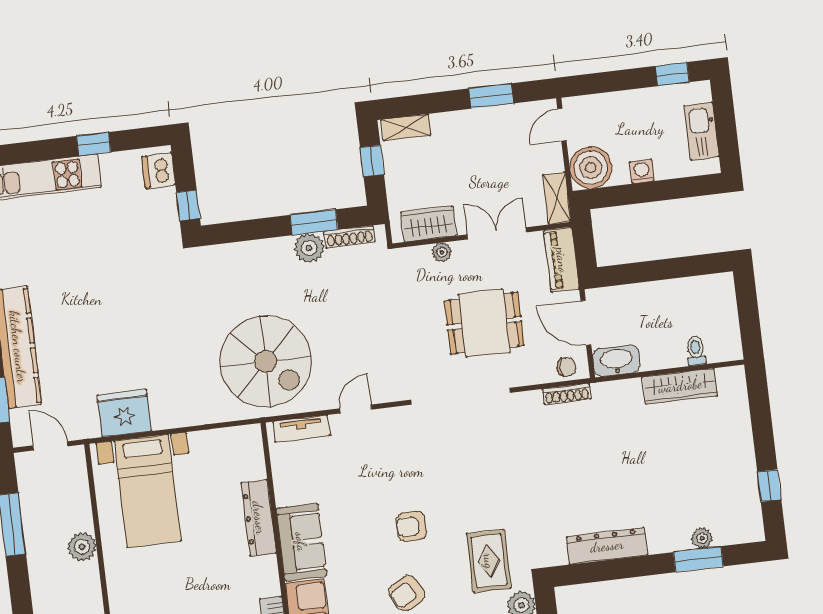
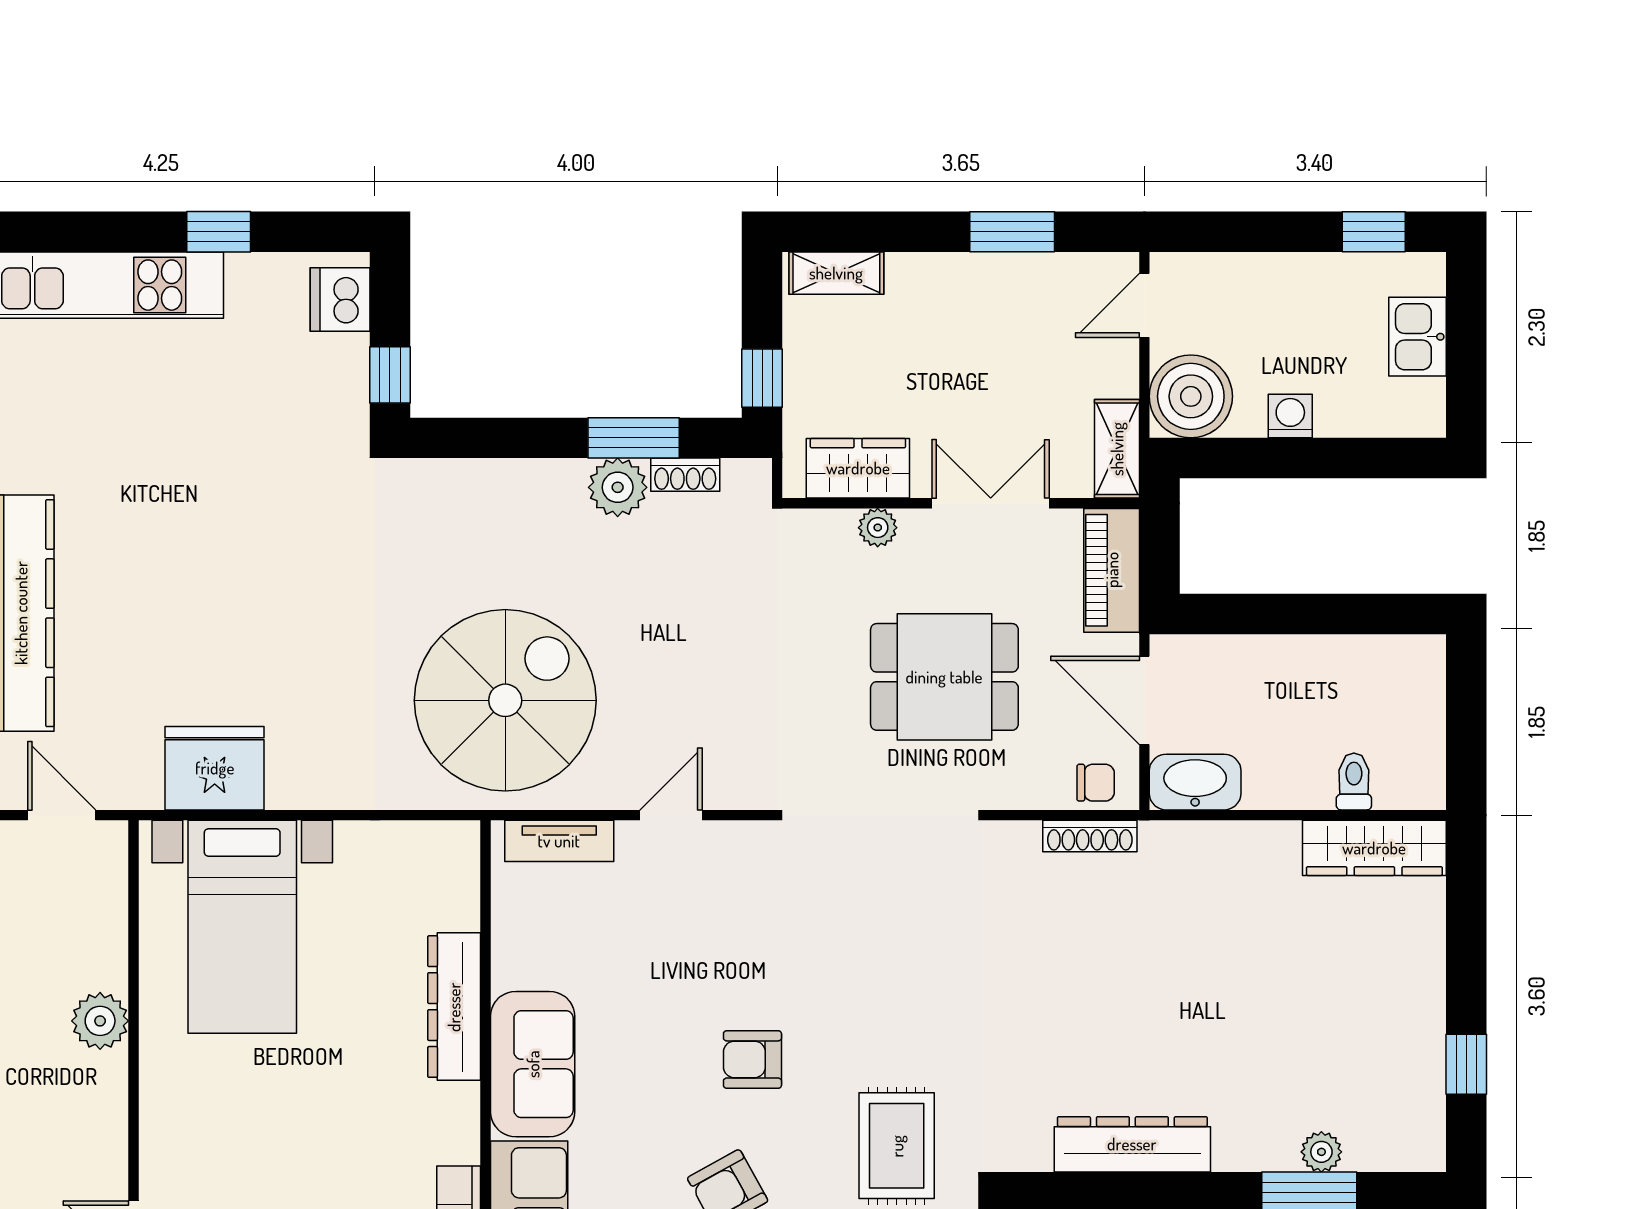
kitchen sink: (702, 131) -> (1417, 337), width x0.73
window: (372, 161) -> (762, 378), moved
shoe rack: (350, 237) -> (685, 475), width x0.70
spiral stairs: (266, 362) -> (505, 700), turned -90
wardrobe: (680, 386) -> (1374, 848), moved

